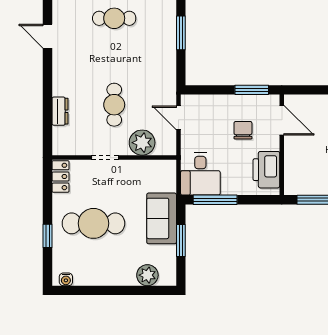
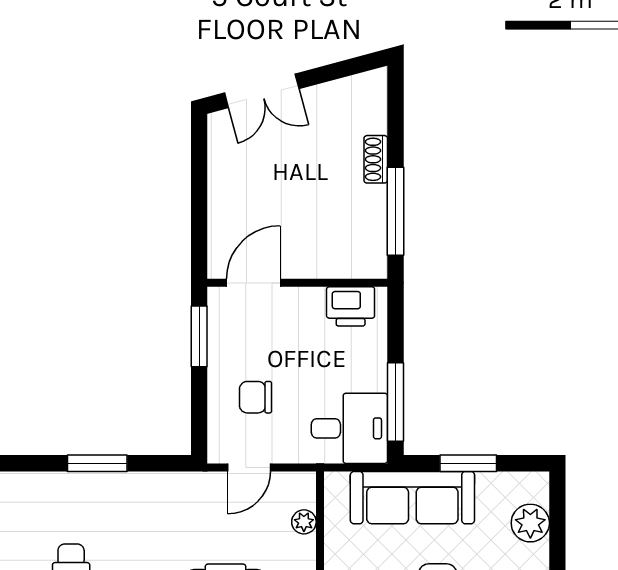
chair: (243, 130) -> (255, 397), moved
plant: (142, 143) -> (304, 522), width x0.53, depth x0.53
printer: (266, 170) -> (351, 306), width x0.73, depth x0.84
sofa: (162, 218) -> (412, 498), width x1.36

